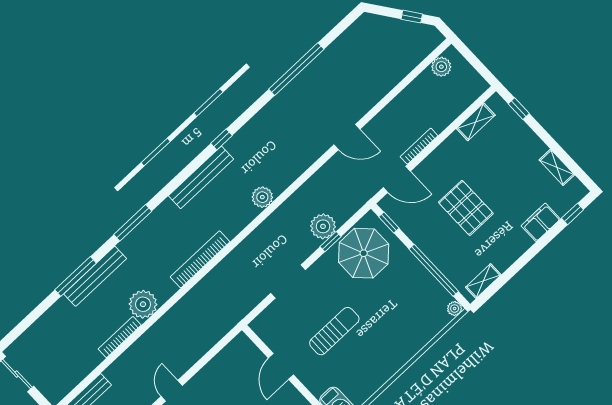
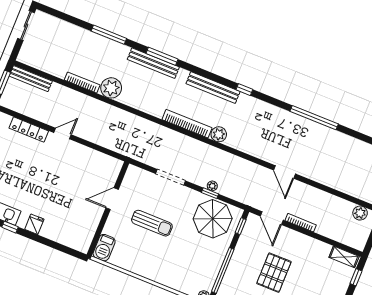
shelving: (476, 122) -> (344, 257), moved
plant: (323, 226) -> (212, 186), width x0.53, depth x0.53
bookcase: (200, 259) -> (187, 124), moved
bench: (95, 276) -> (153, 63), moved

